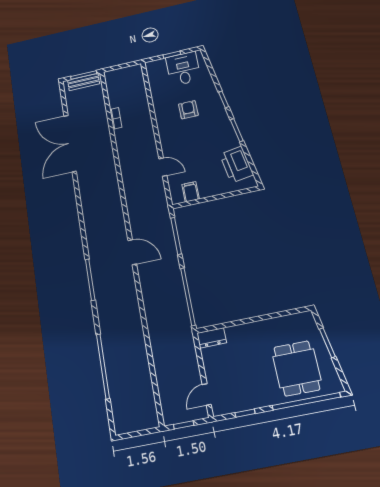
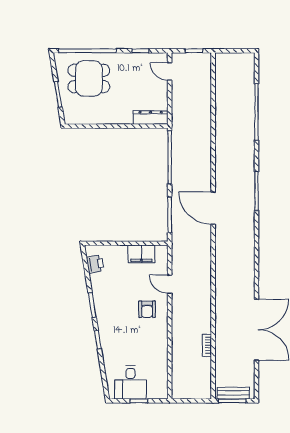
armchair: (188, 110) -> (147, 309), moved
printer: (236, 164) -> (95, 264), width x0.53, depth x0.68
filing cabinet: (191, 192) -> (141, 254), width x2.00
door: (132, 252) -> (213, 208), width x1.36
dresser: (212, 338) -> (151, 118), width x1.44
dining table: (297, 368) -> (89, 78), turned 90
door: (207, 394) -> (170, 71), swing flipped

